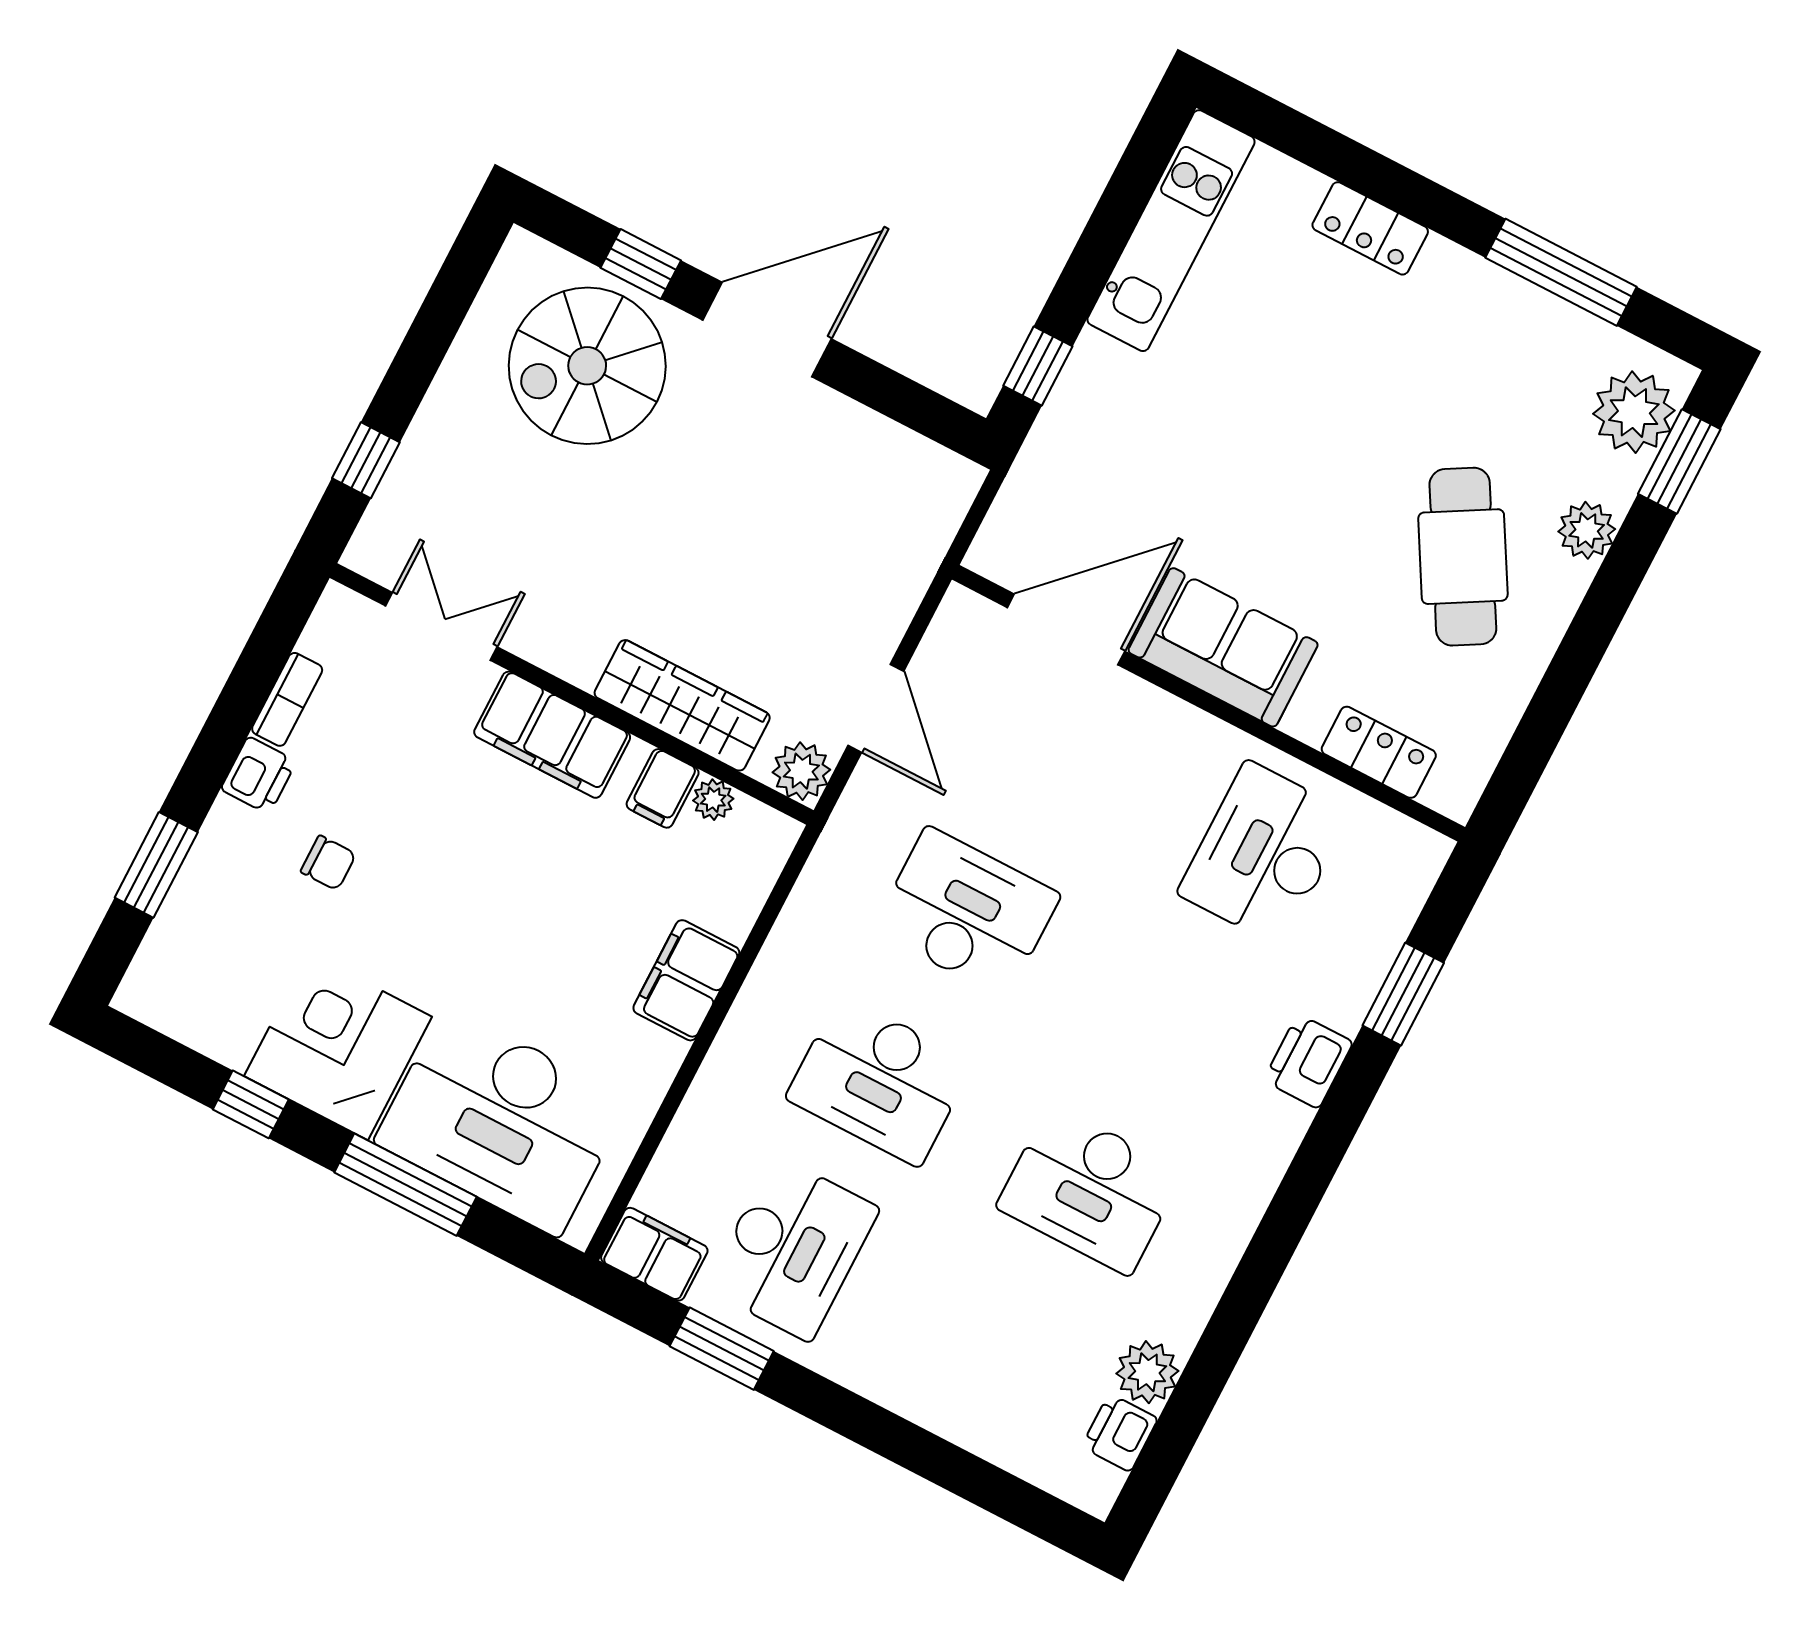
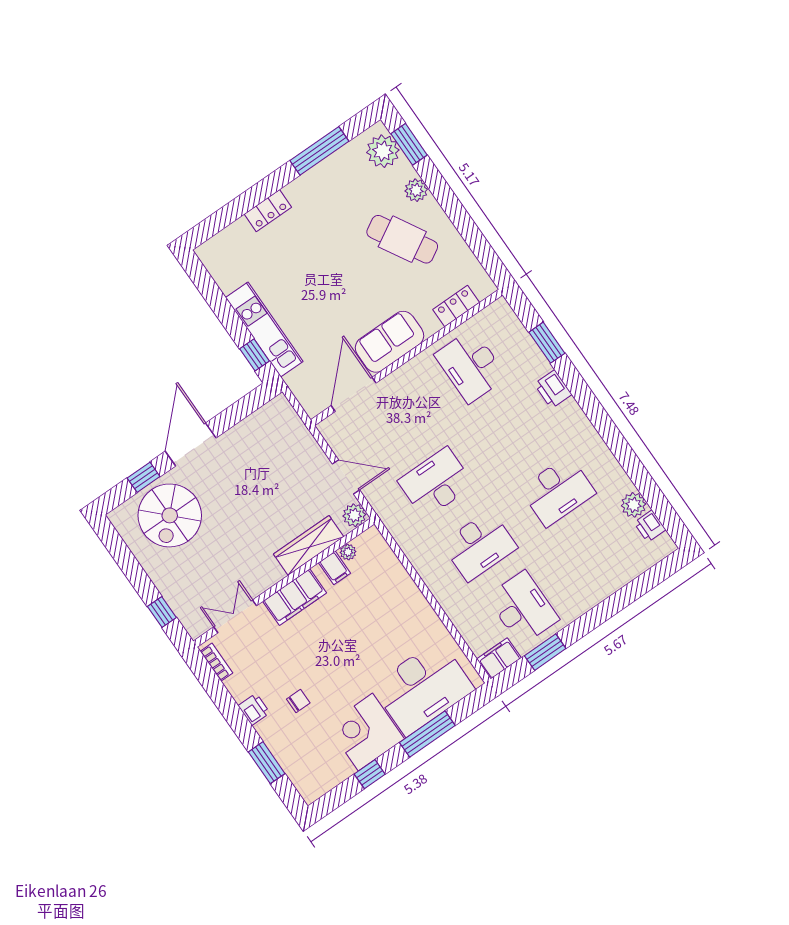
kitchen unit: (1171, 231) -> (264, 330), moved
bookcase: (287, 699) -> (216, 662), moved
filing cabinet: (686, 980) -> (407, 596), removed

